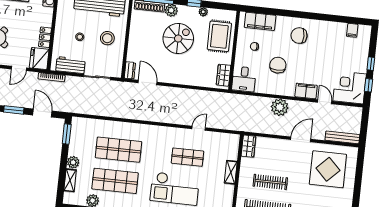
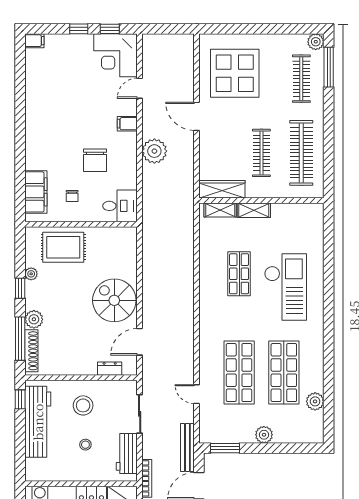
filing cabinet: (352, 30) -> (34, 41), moved
chair: (299, 36) -> (50, 135), removed
spiral stairs: (178, 38) -> (114, 300), moved
chair: (278, 65) -> (95, 160), turned -90
dresser: (130, 70) -> (110, 369), moved
wardrobe: (224, 75) -> (118, 235), removed
filing cabinet: (306, 91) -> (127, 124), width x0.50
door: (199, 128) -> (197, 394), moved
bench: (342, 137) -> (187, 448), moved
wardrobe: (248, 146) -> (222, 189), width x1.50
shelving: (70, 180) -> (220, 210), moved

